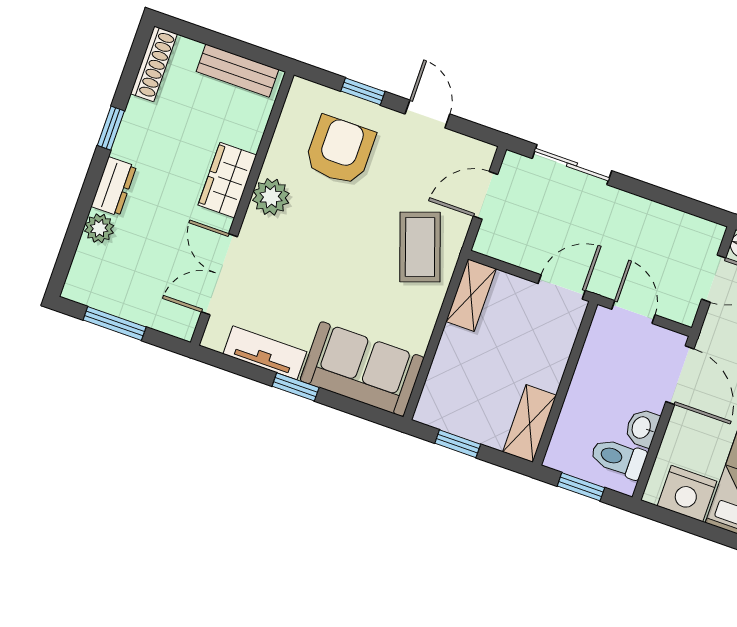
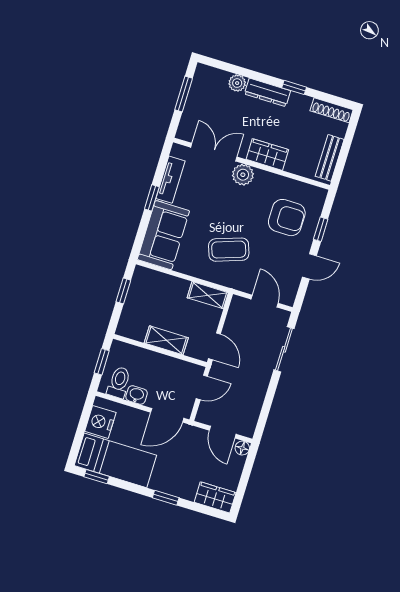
dresser: (114, 186) -> (267, 92), width x1.44
plant: (271, 197) -> (243, 175), moved
coffee table: (420, 247) -> (229, 250), moved
shelving: (530, 423) -> (166, 340), moved

